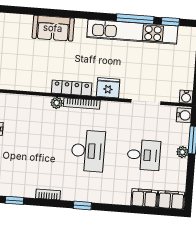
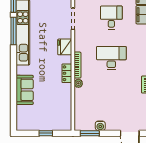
locker: (72, 88) -> (67, 73), width x0.66

